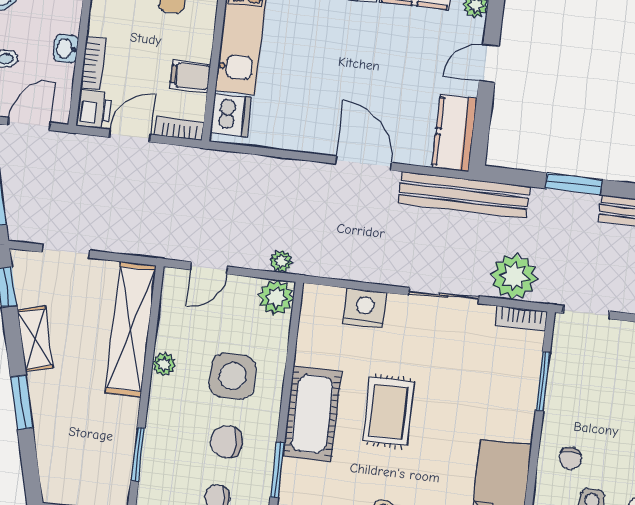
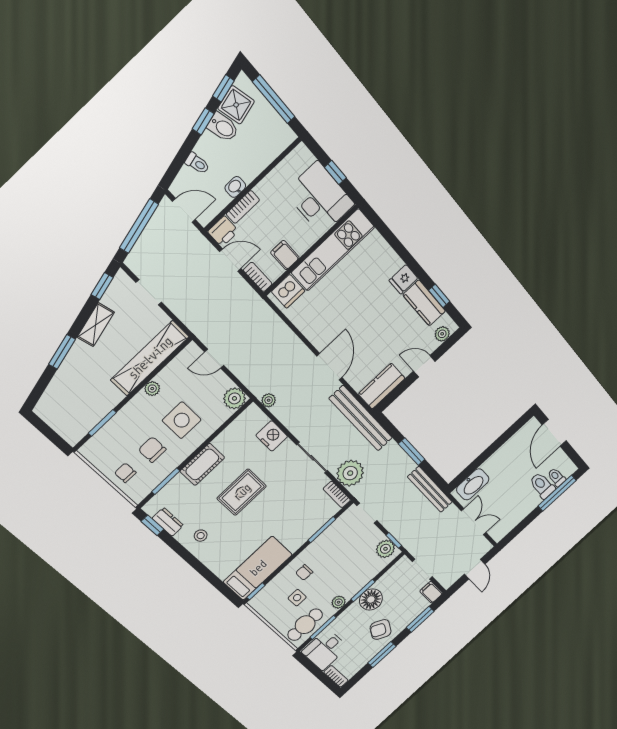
plant: (281, 261) -> (269, 400), moved
cot: (312, 414) -> (202, 464), width x0.73, depth x0.75

